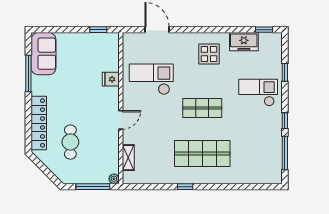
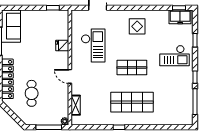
freezer: (244, 42) -> (180, 17), moved
checkout: (151, 79) -> (93, 46), turned 90
checkout: (258, 93) -> (174, 56), turned 180
door: (121, 120) -> (70, 76), swing flipped

